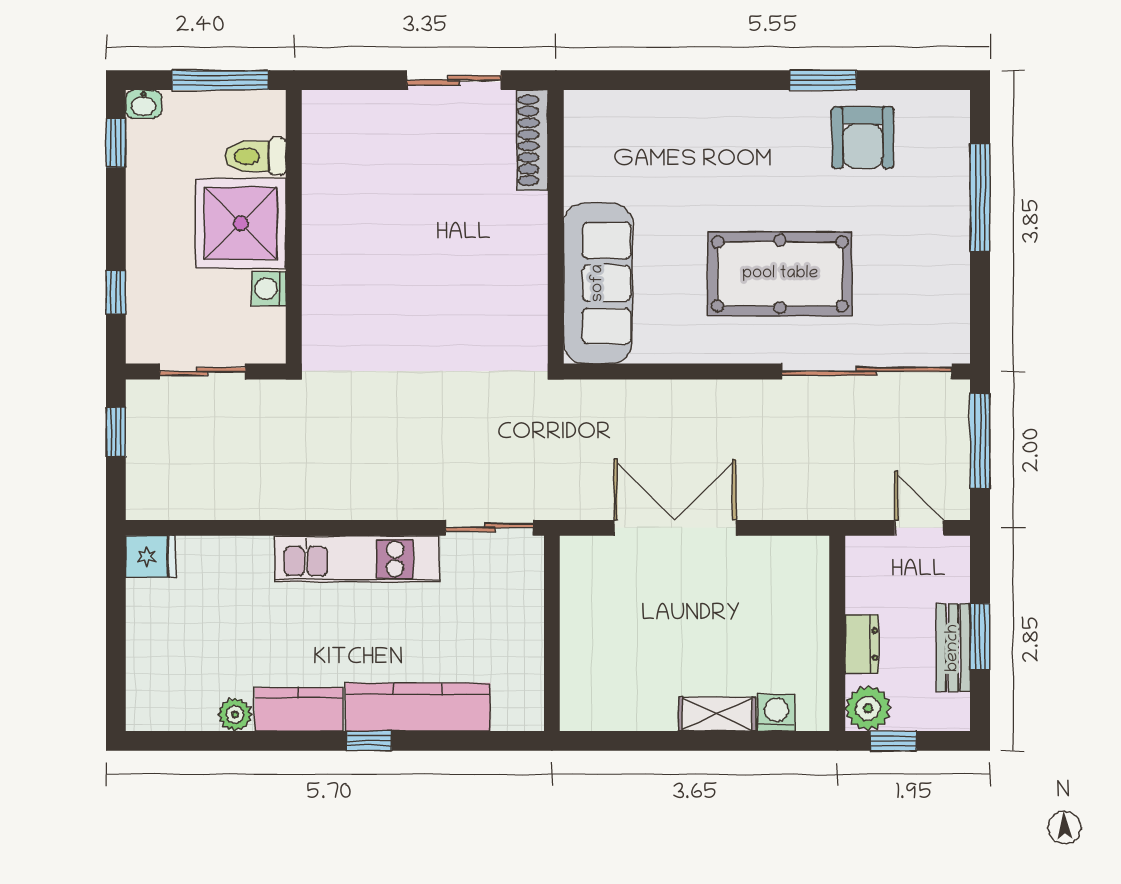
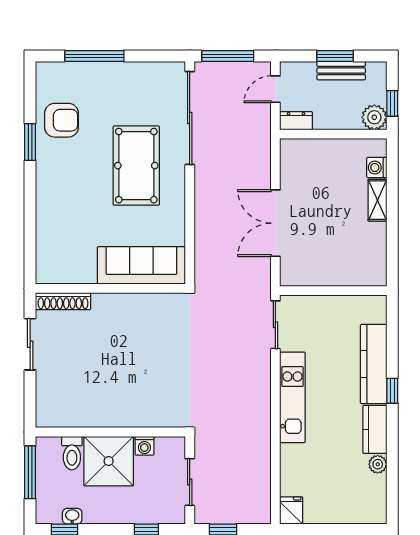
washbasin: (143, 104) -> (72, 516), moved, turned -90
dresser: (862, 644) -> (296, 121), moved

